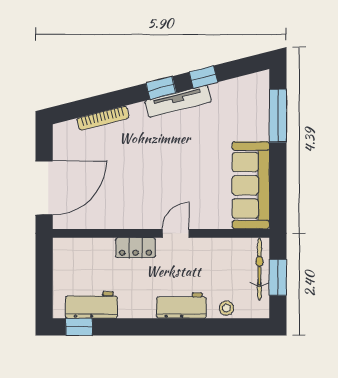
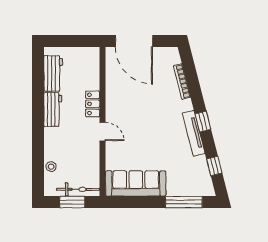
window: (203, 77) -> (214, 166), moved
workbench: (181, 306) -> (53, 110), moved
window: (79, 327) -> (38, 65), removed

